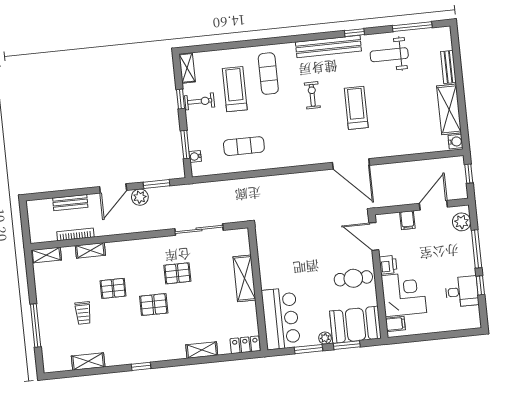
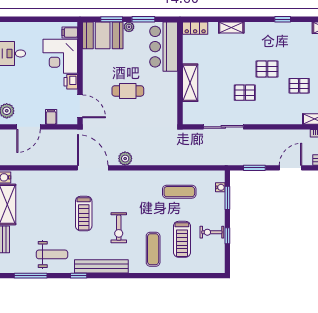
shelving: (187, 68) -> (219, 261), removed
exercise bike: (312, 95) -> (119, 228), width x1.38, depth x1.39
plant: (140, 197) -> (125, 159), moved
cafe table: (353, 278) -> (128, 91), moved

